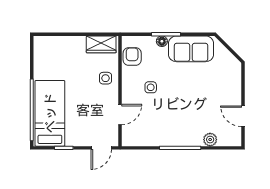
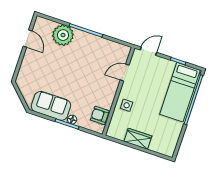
wardrobe: (101, 44) -> (138, 139), moved
armchair: (132, 57) -> (100, 115), turned 90
side table: (151, 87) -> (93, 86), removed
plant: (210, 140) -> (63, 35), width x1.87, depth x1.87

